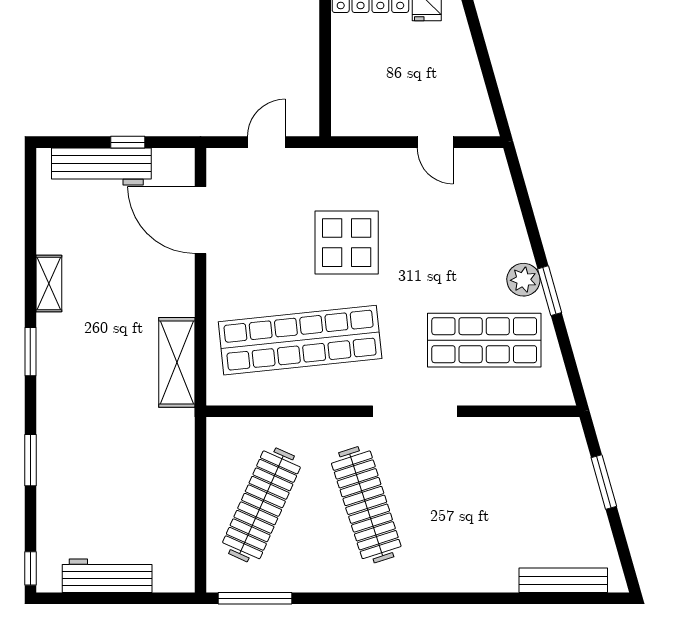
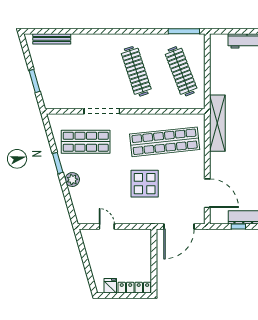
door: (266, 142) -> (179, 227), width x1.88
plant: (523, 280) -> (72, 180), moved
shelving: (177, 362) -> (217, 123), width x1.47
doorway: (415, 411) -> (102, 111), moved
clothes rail: (262, 505) -> (181, 71), turned -45

